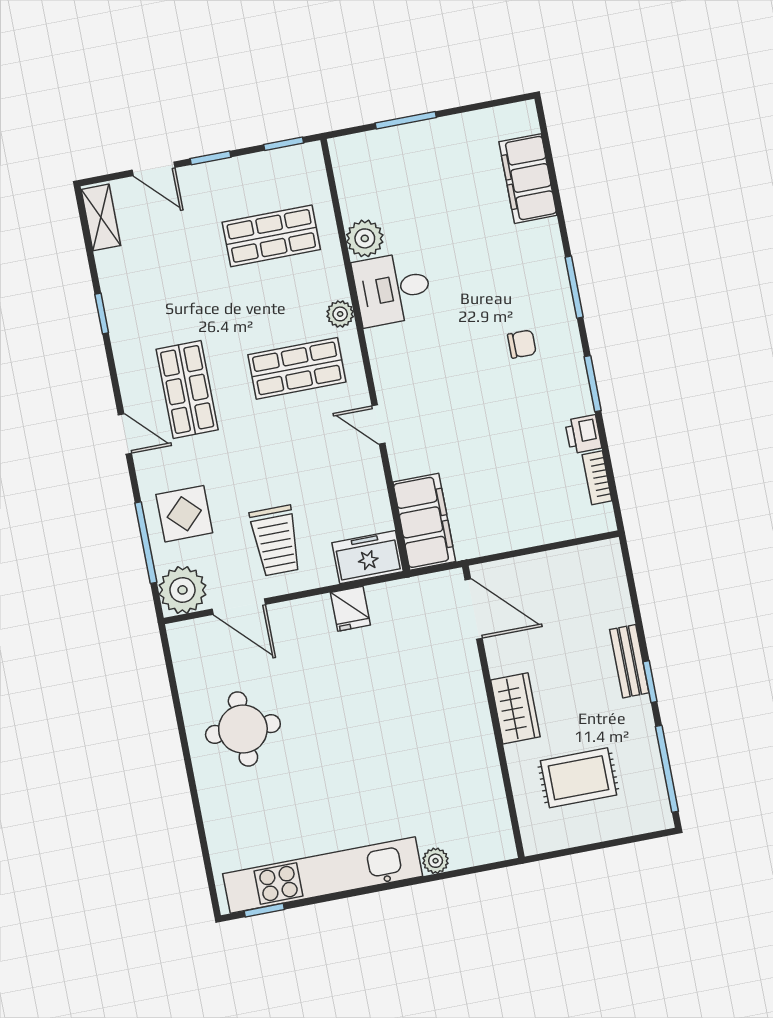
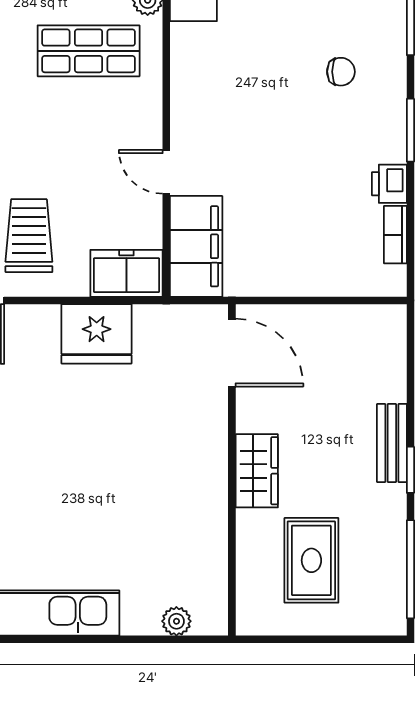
door: (378, 425) -> (166, 172), moved
trolley: (276, 541) -> (29, 236), turned 180
fridge: (350, 609) -> (97, 334), width x1.88, depth x1.34
rug: (578, 778) -> (311, 560), turned 90
plant: (436, 861) -> (176, 621), moved

